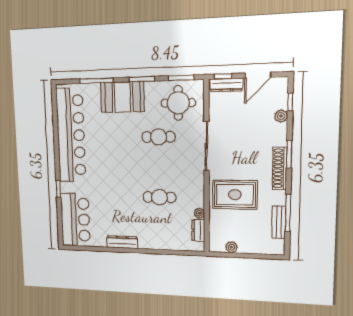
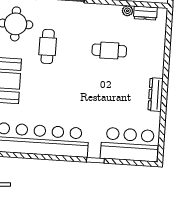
cafe table: (159, 197) -> (109, 50), turned 90

